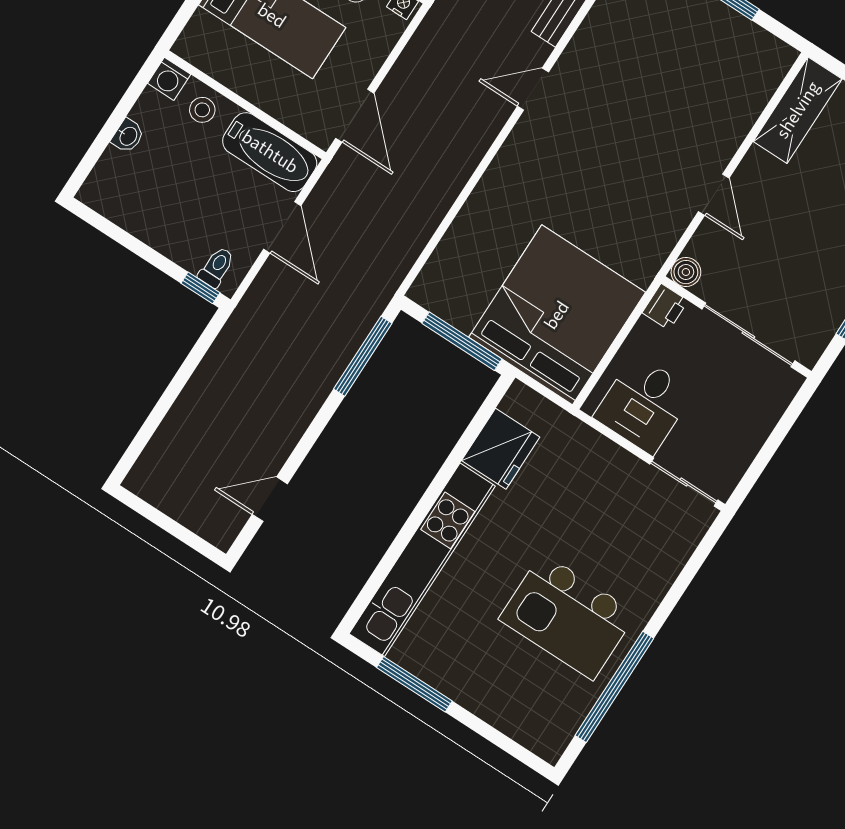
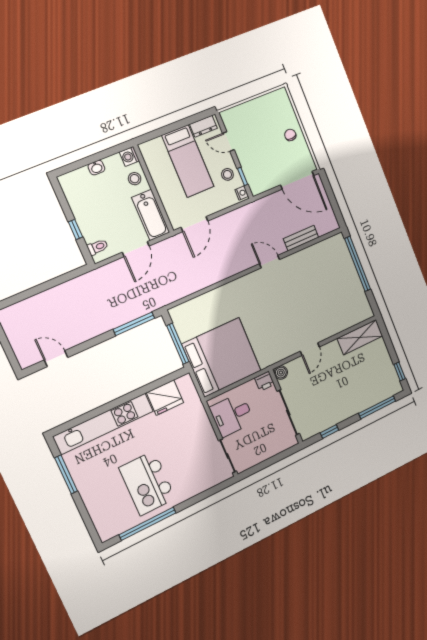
window: (200, 288) -> (75, 229), moved

